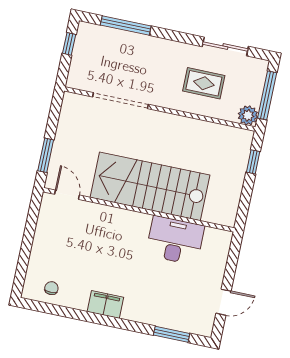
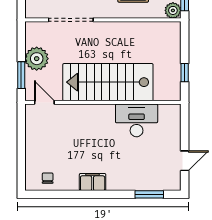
plant: (69, 139) -> (37, 59), added
window: (253, 162) -> (185, 73), moved

